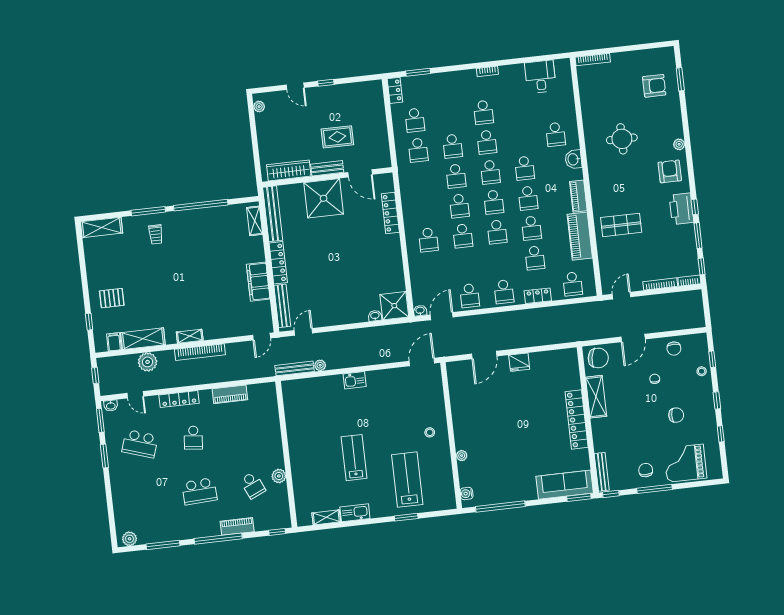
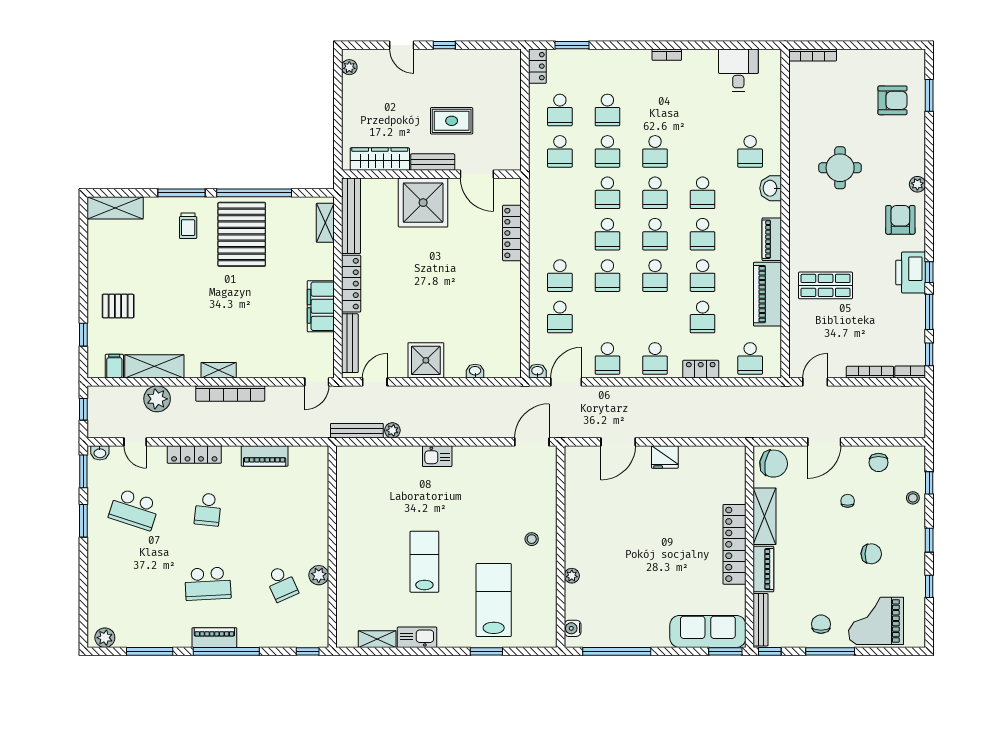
school desk: (483, 112) -> (607, 110), moved
pallet: (195, 236) -> (242, 234), added
school desk: (432, 270) -> (560, 317), added
shower: (394, 306) -> (426, 360), moved
piano: (600, 435) -> (763, 569), added
piano: (237, 526) -> (214, 638), moved

